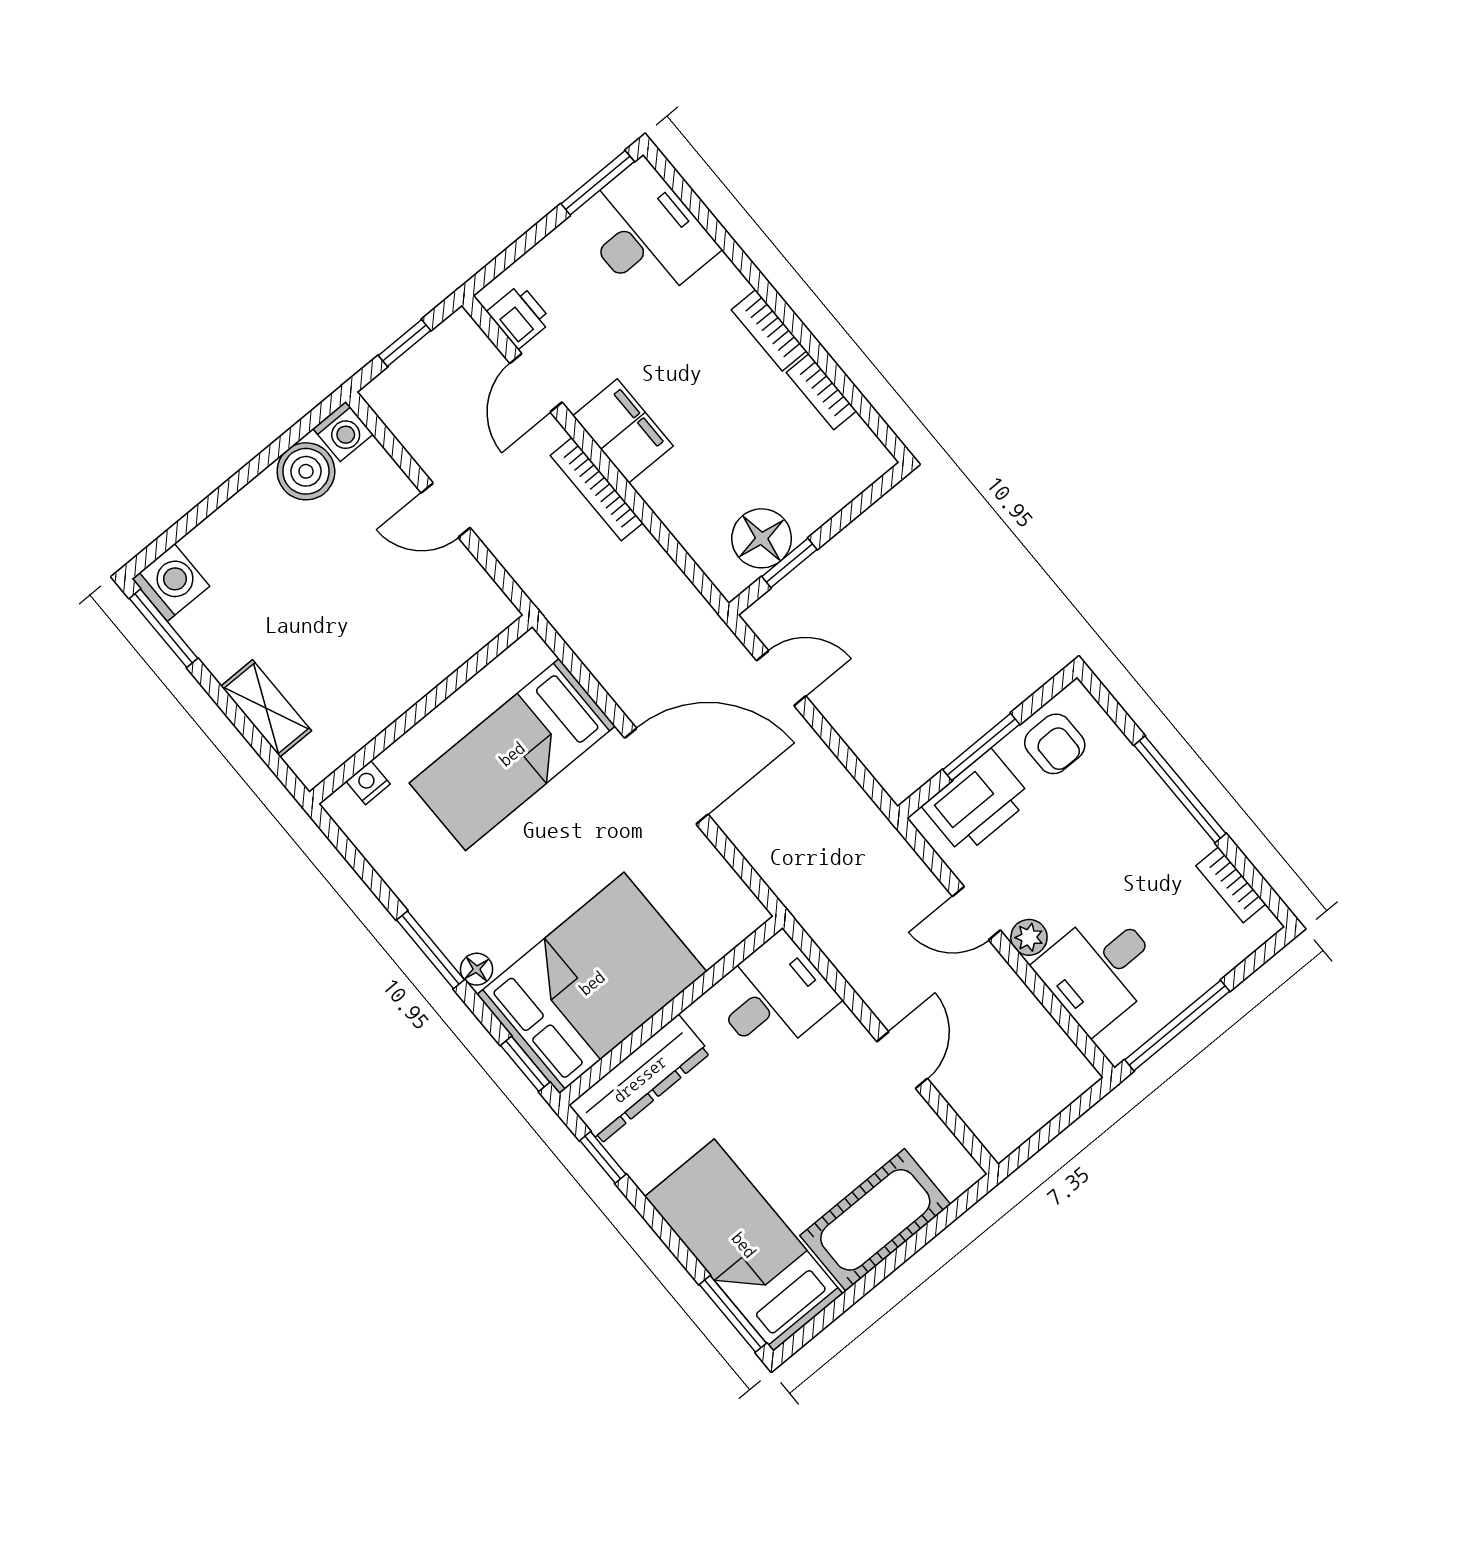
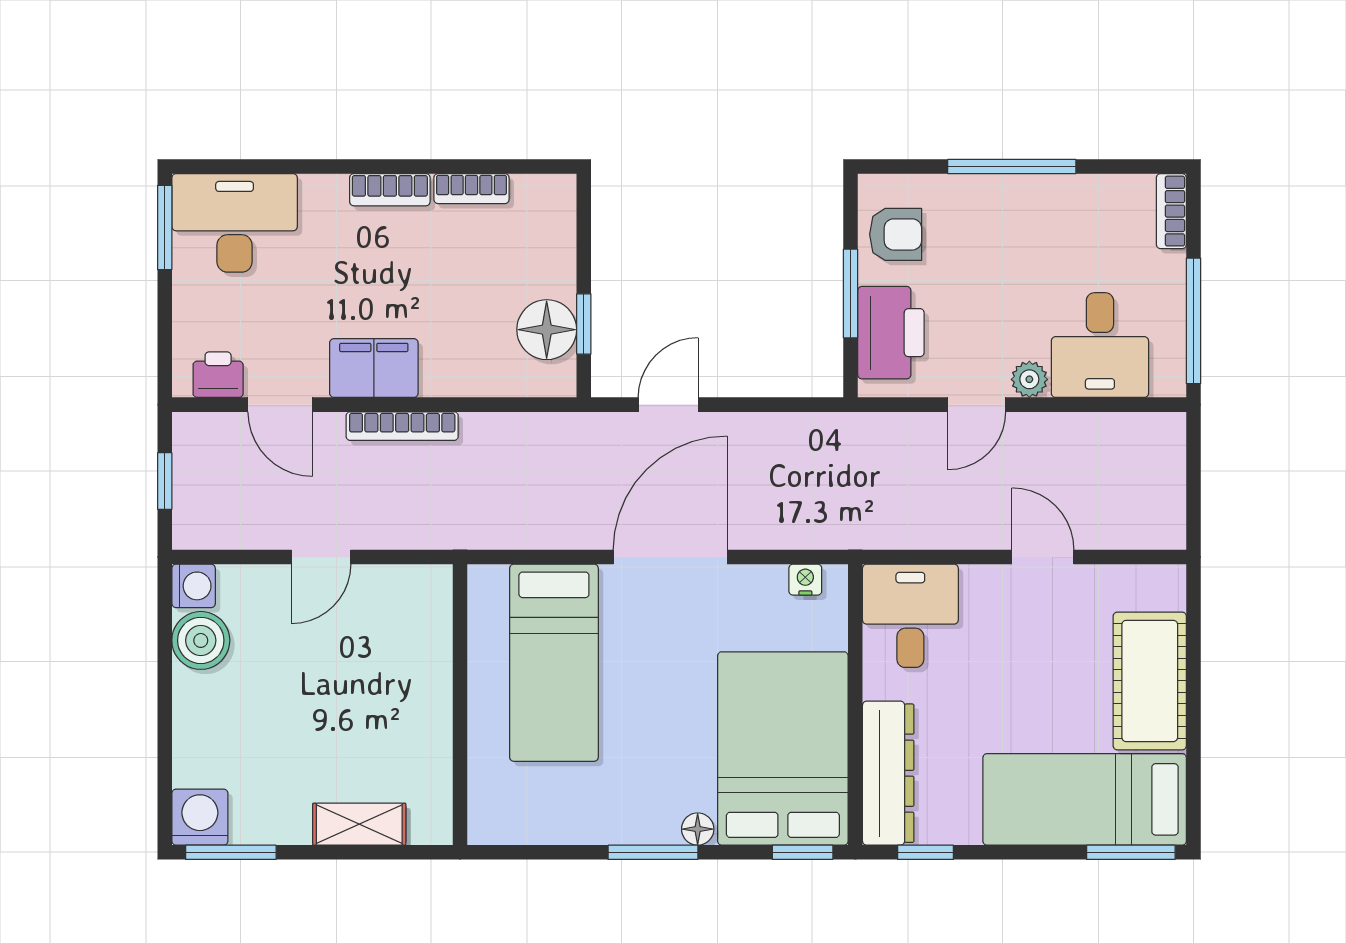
nightstand: (368, 783) -> (805, 580), moved, turned 90
bookcase: (1231, 885) -> (1171, 211), moved, turned 90

